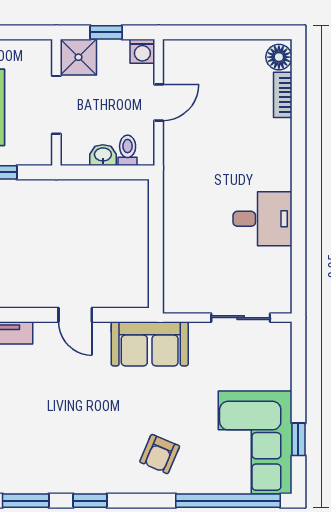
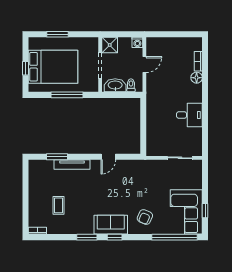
window: (106, 32) -> (122, 34), removed
floor lamp: (279, 57) -> (197, 78), moved
washbasin: (103, 155) -> (115, 85), width x1.91, depth x1.45
door: (75, 315) -> (108, 157), hinge flipped
sofa: (150, 344) -> (111, 225), moved, turned 180

